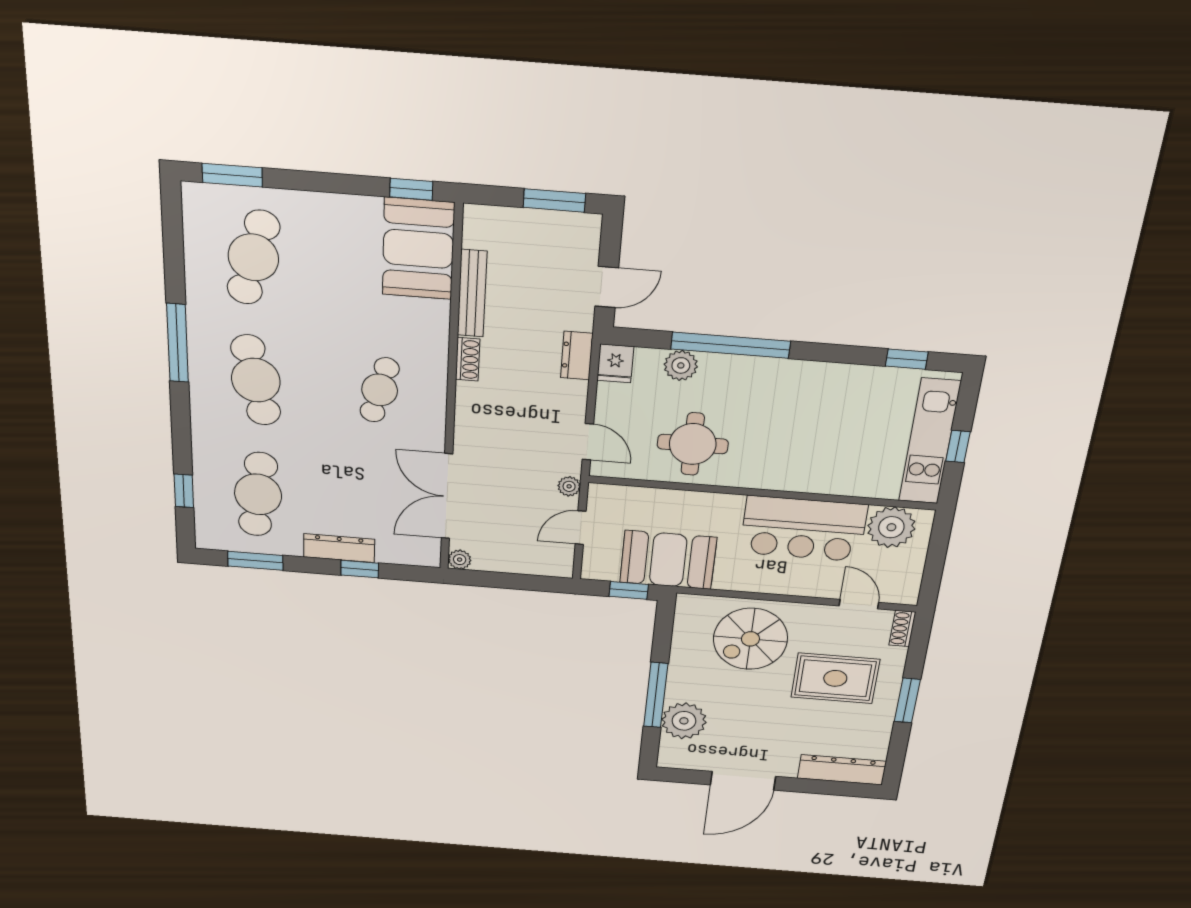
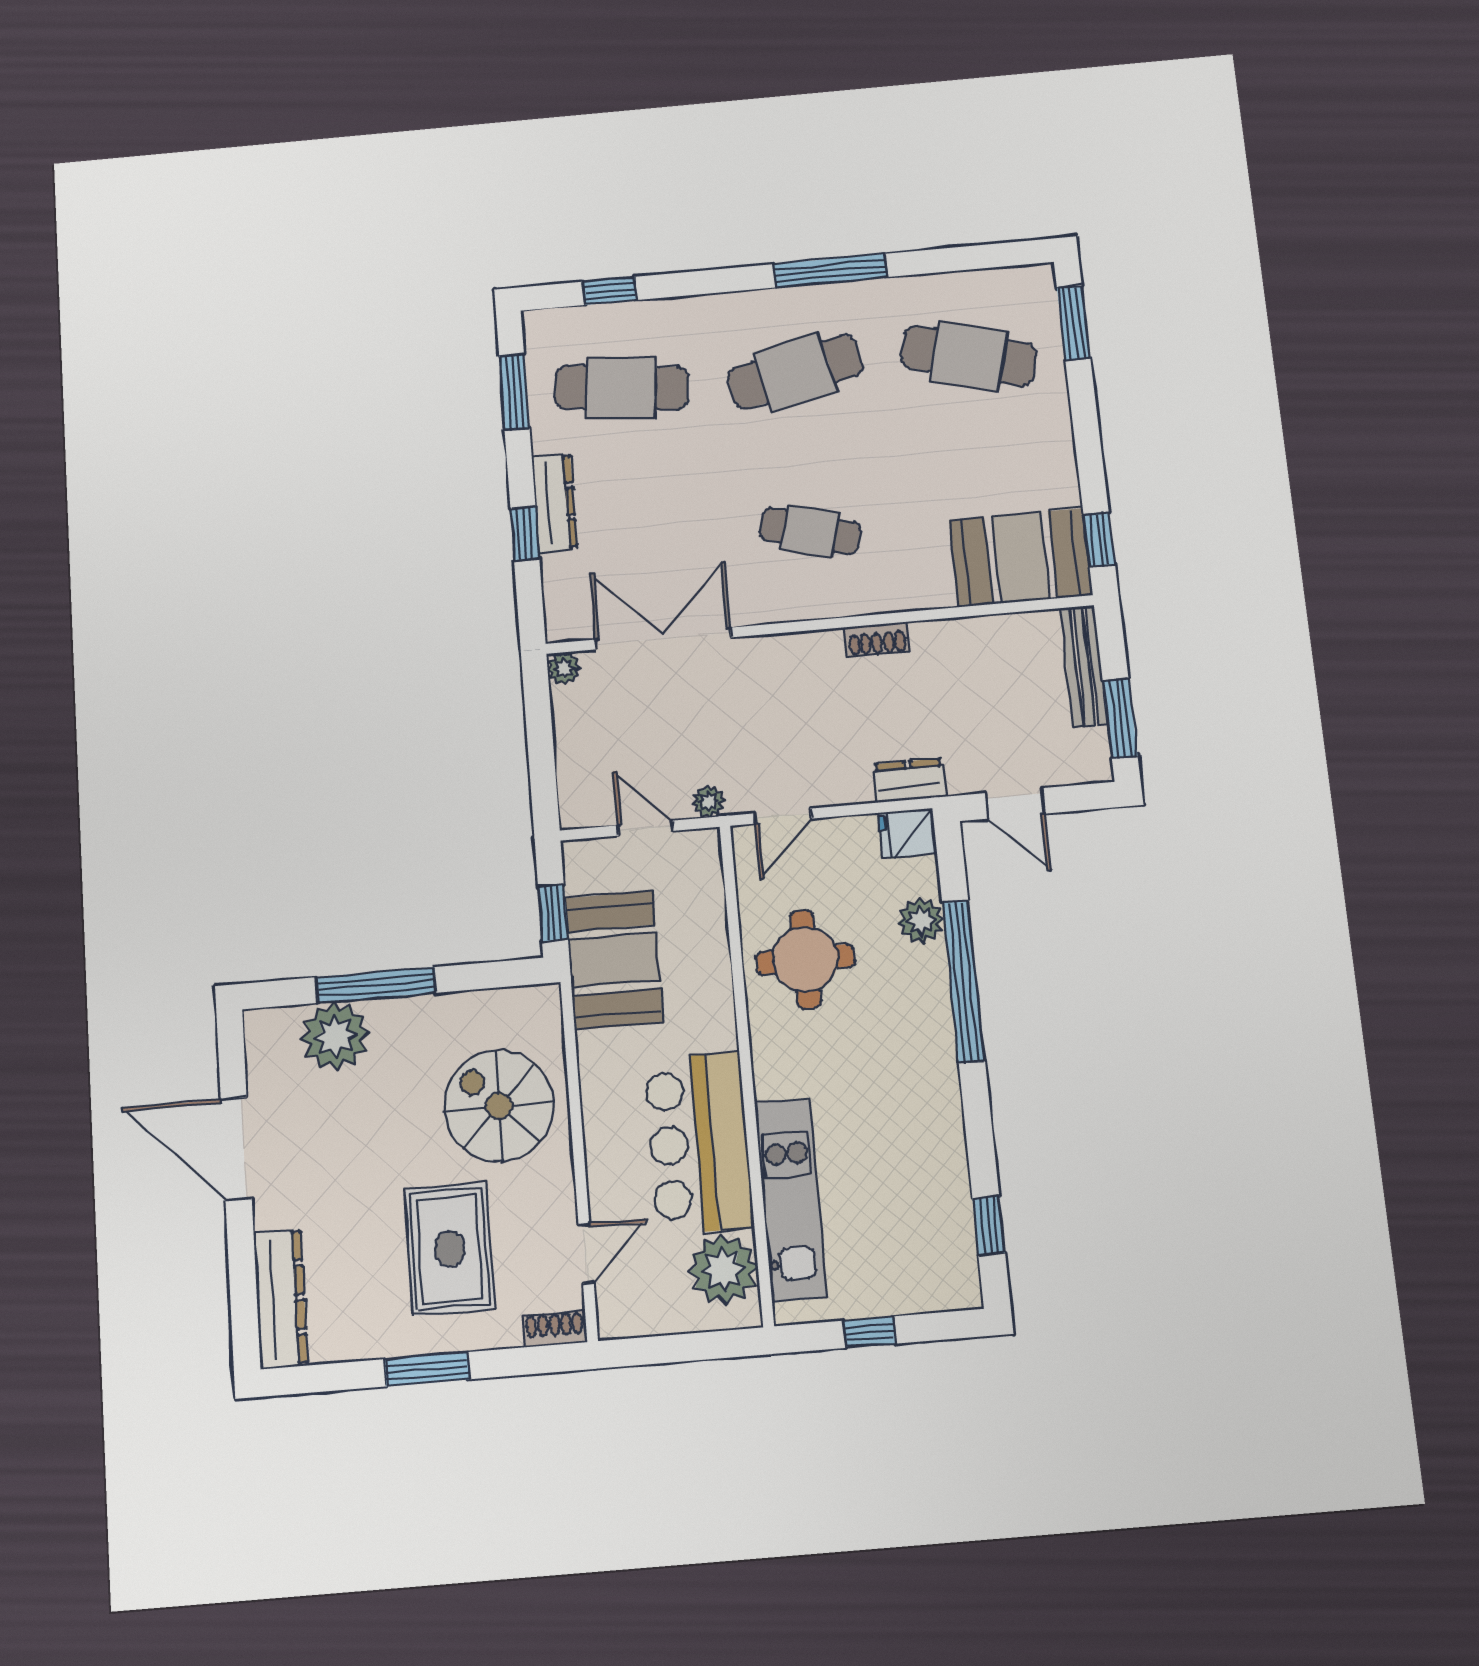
bench: (472, 293) -> (1084, 666), moved, turned 90
kitchen unit: (930, 442) -> (791, 1199), moved, turned 90

